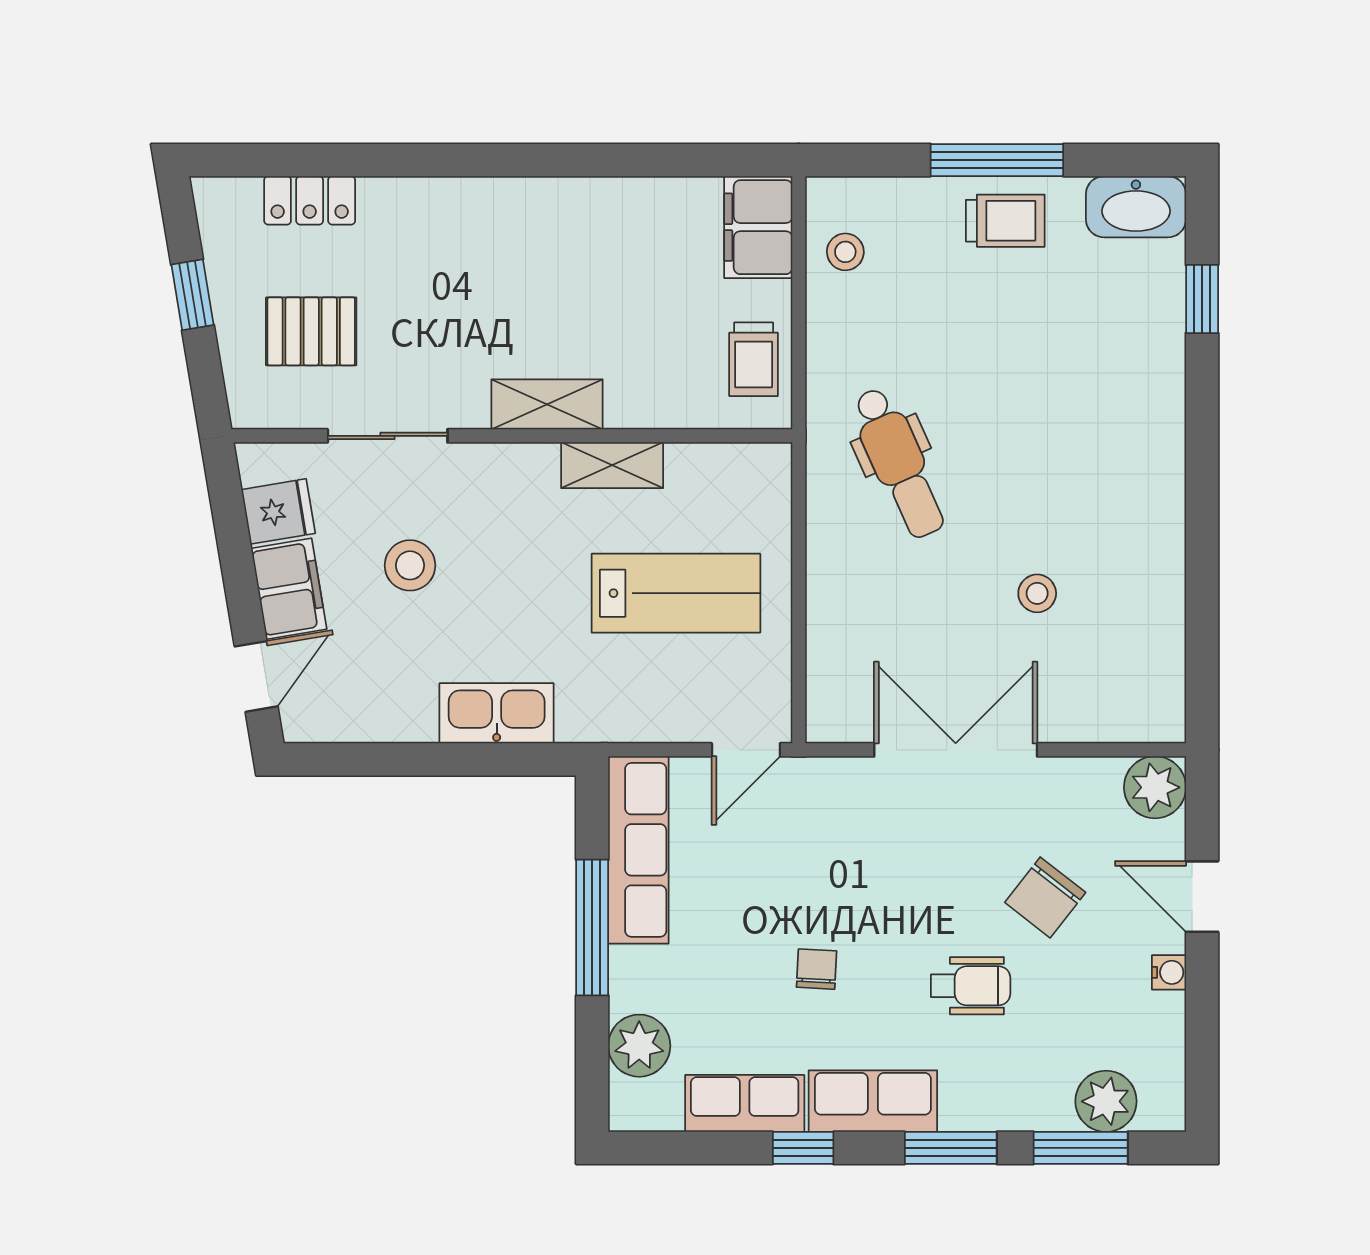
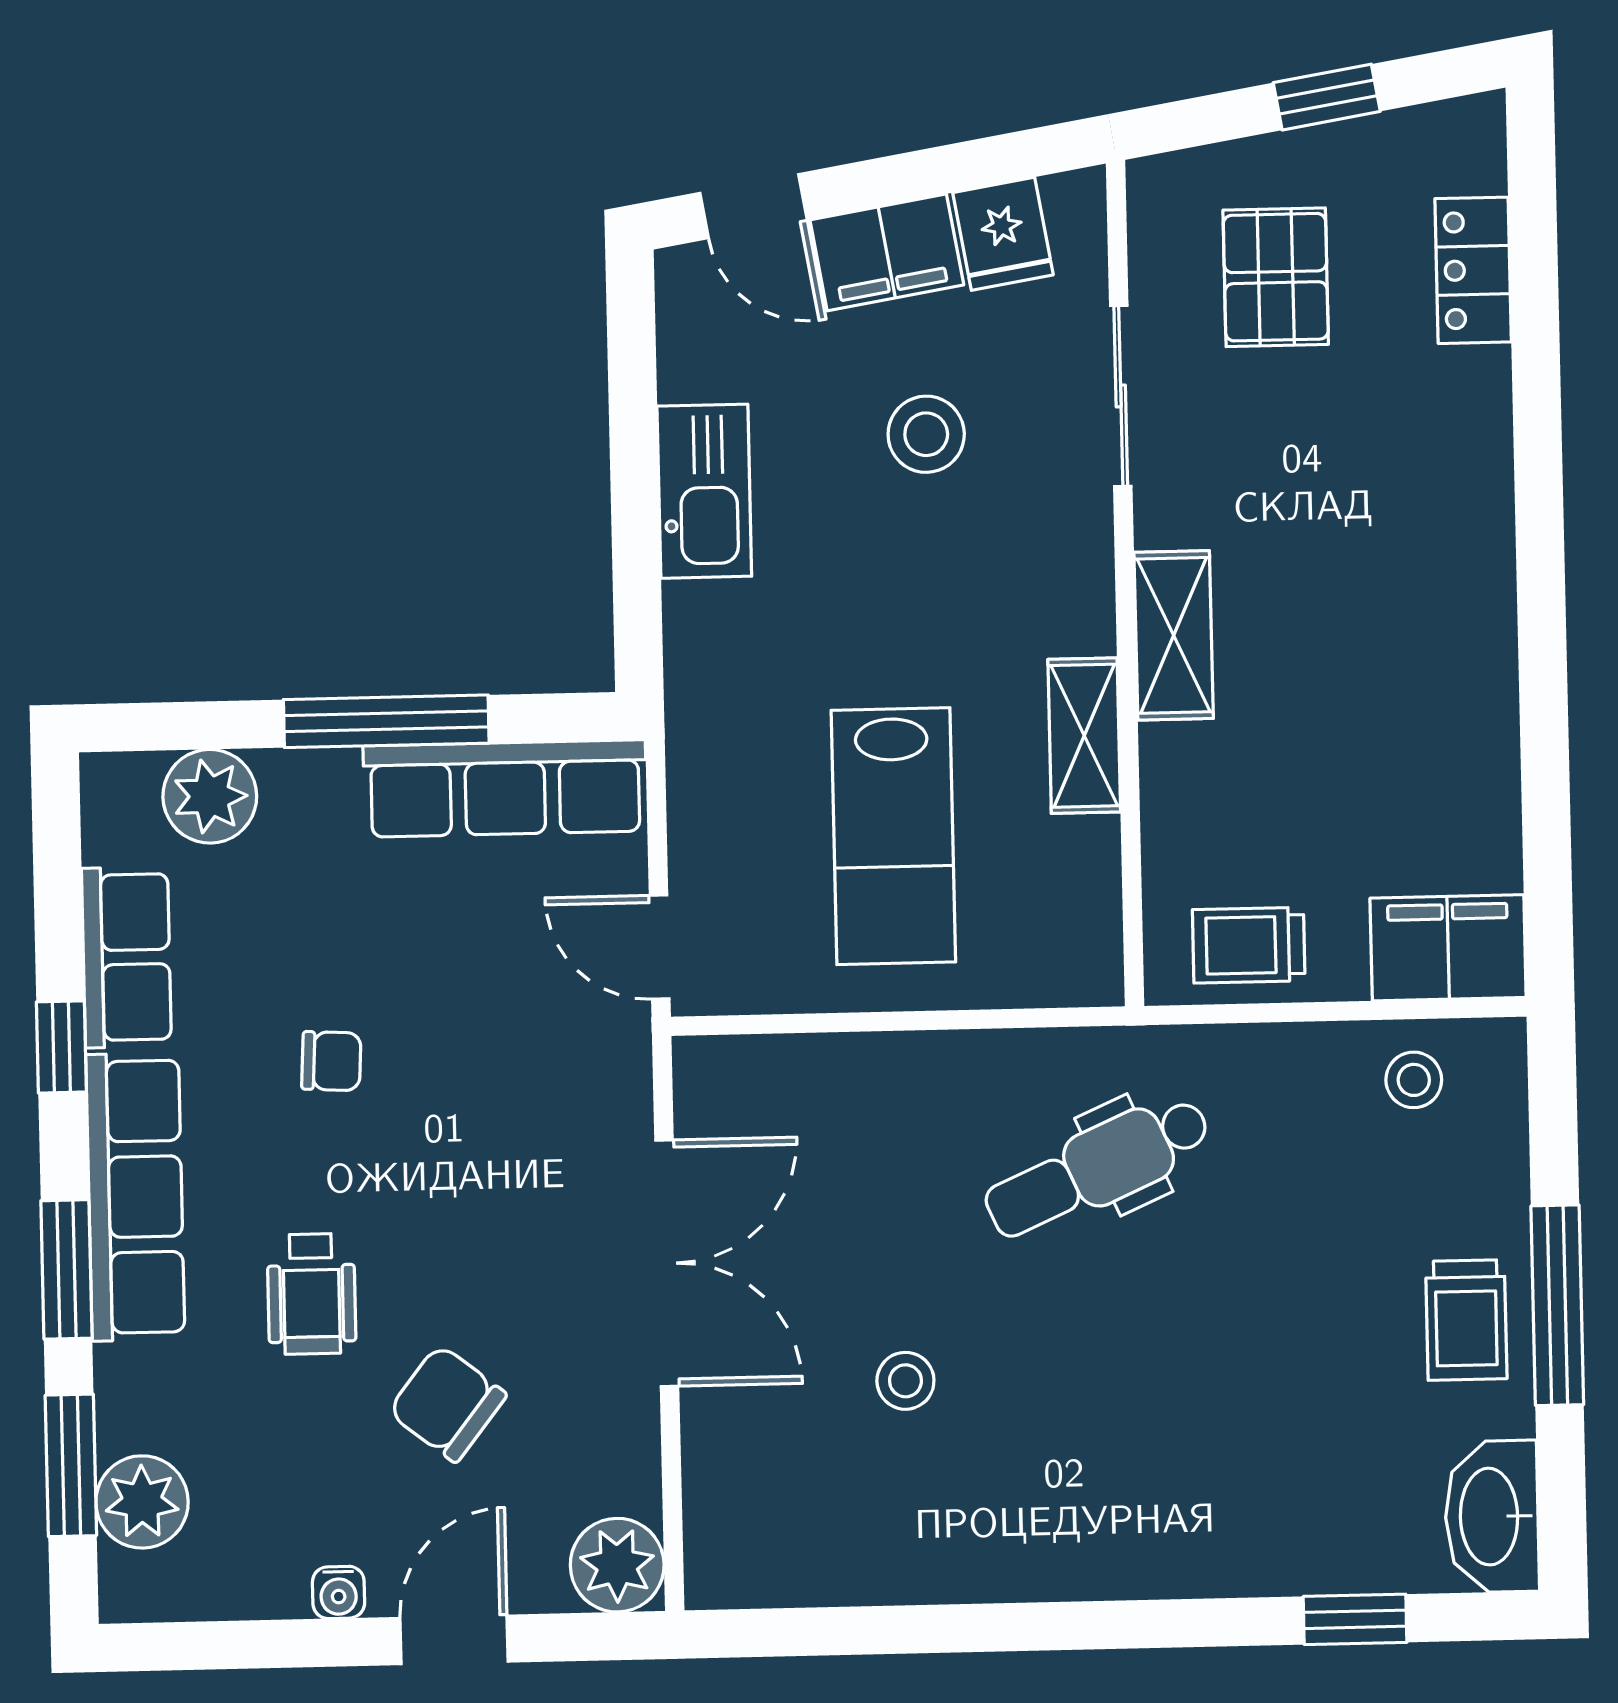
kitchen sink: (497, 713) -> (704, 491), moved
row of seats: (873, 1101) -> (135, 1197), width x1.48

